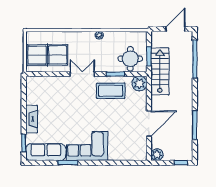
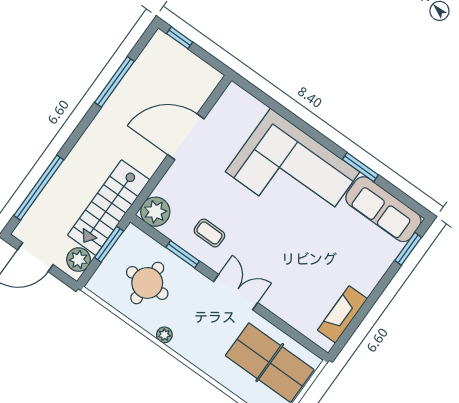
round table: (130, 59) -> (147, 283), moved
double door: (82, 74) -> (236, 292), swing flipped
coffee table: (111, 91) -> (209, 233), width x0.54, depth x0.58
fireplace: (32, 119) -> (342, 314), moved
corner sofa: (87, 146) -> (292, 172), width x1.36, depth x1.36
plant: (157, 155) -> (79, 260), moved

